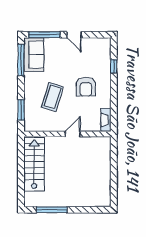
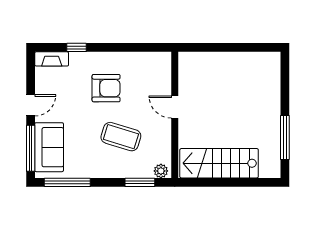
sofa: (34, 55) -> (49, 147), moved, turned 90
fireplace: (106, 120) -> (52, 59), moved
plant: (29, 124) -> (161, 171), added

